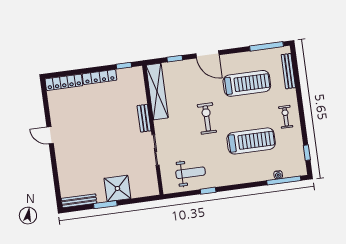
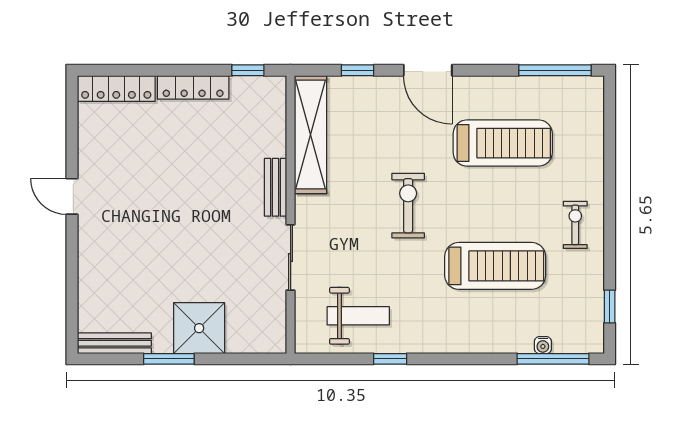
bench: (288, 71) -> (594, 129), removed

